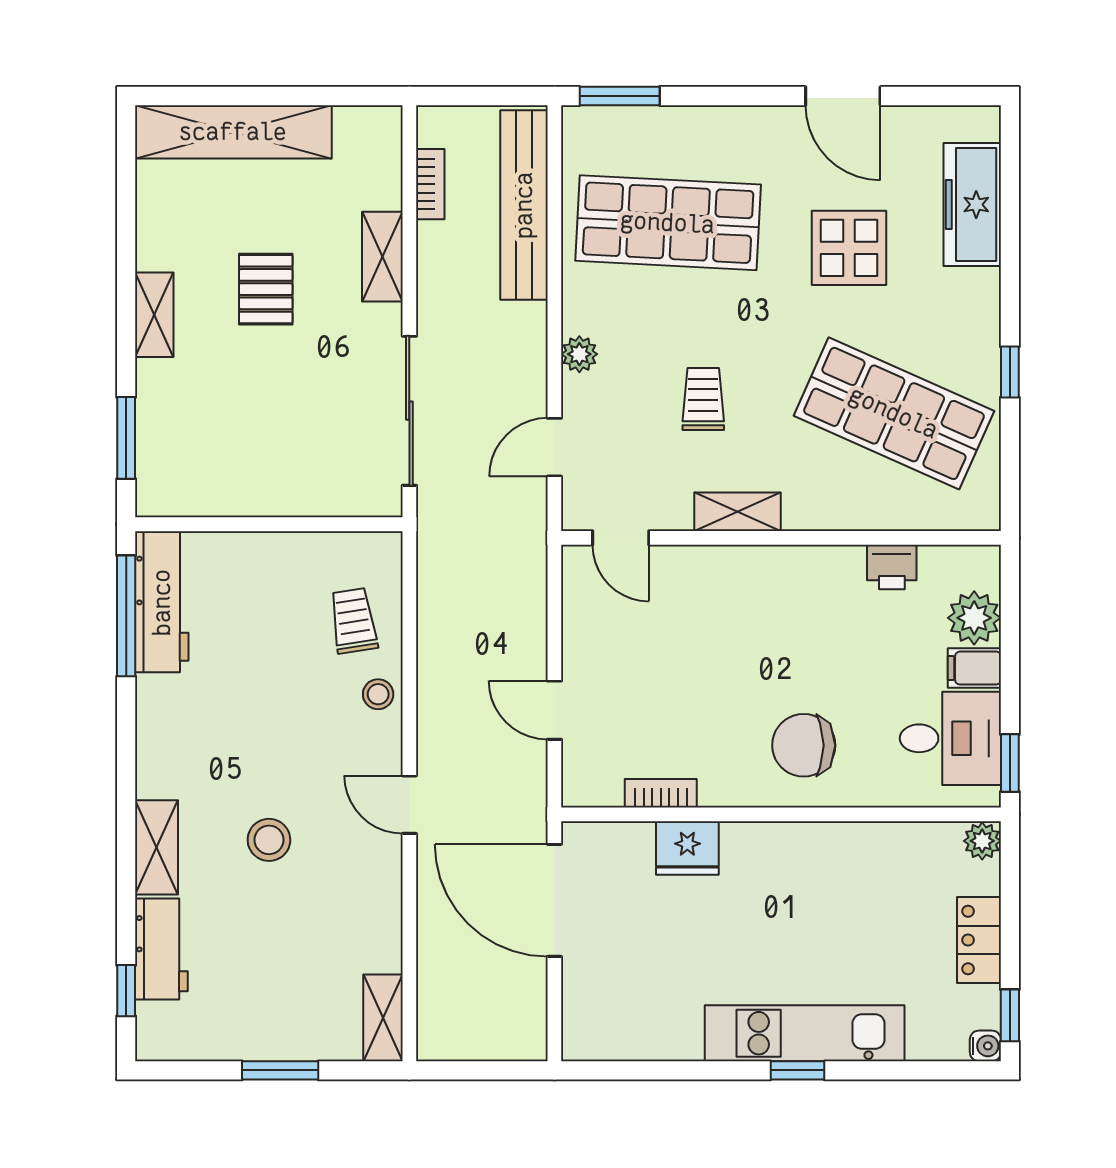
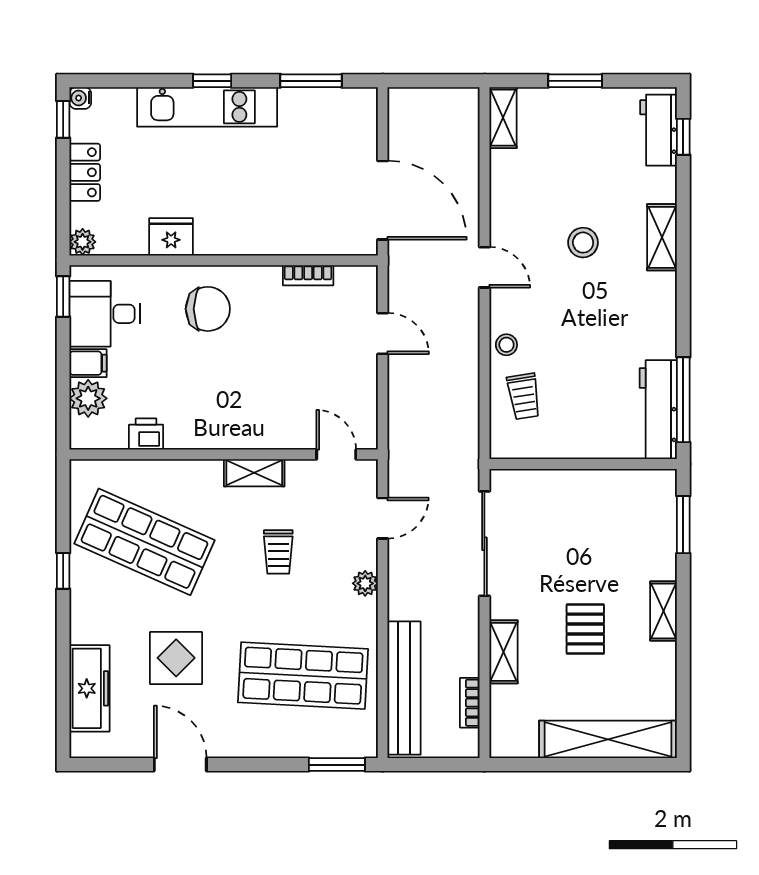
fridge: (687, 848) -> (171, 237), moved
workbench: (161, 949) -> (659, 130), moved
window: (657, 1070) -> (311, 81), added

